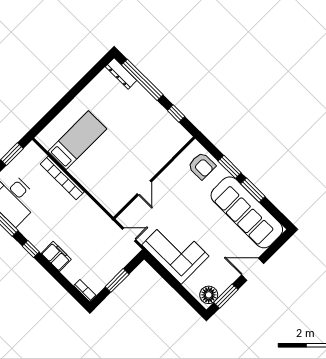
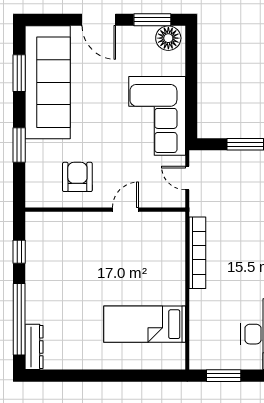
armchair: (202, 166) -> (77, 177), moved
bookcase: (62, 178) -> (197, 253), moved
window: (253, 190) -> (19, 73), moved

